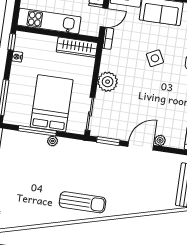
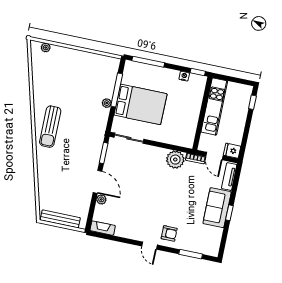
wardrobe: (77, 47) -> (189, 130), removed
side table: (155, 58) -> (175, 199), removed
plant: (108, 82) -> (175, 160), moved

